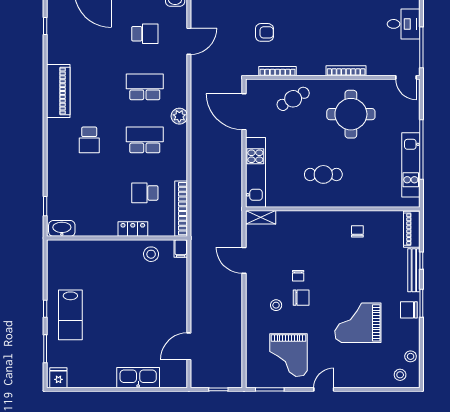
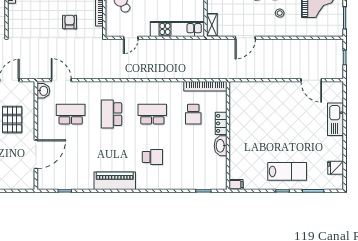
school desk: (145, 34) -> (71, 114), width x1.85
door: (189, 41) -> (61, 80), moved
door: (244, 112) -> (131, 38), width x0.53
plant: (179, 116) -> (134, 88), removed
school desk: (145, 140) -> (152, 114), turned 90
washbasin: (62, 228) -> (221, 146), moved
filing cabinet: (181, 248) -> (236, 185), moved
stool: (151, 254) -> (240, 109), removed
fridge: (58, 378) -> (336, 168), moved

